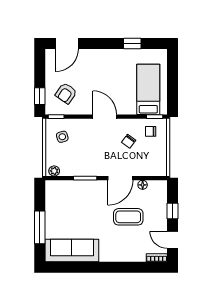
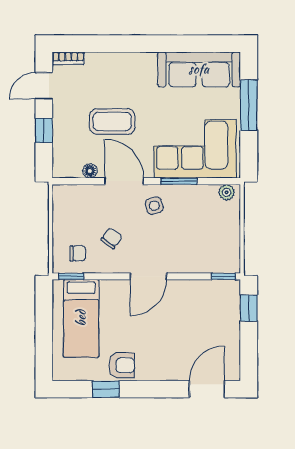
armchair: (66, 93) -> (122, 365), moved, turned 55
door: (105, 117) -> (148, 276), hinge flipped
side table: (62, 137) -> (154, 206), moved
door: (120, 178) -> (124, 181), hinge flipped
corner sofa: (75, 199) -> (195, 149), added
door: (172, 240) -> (44, 86), swing flipped

